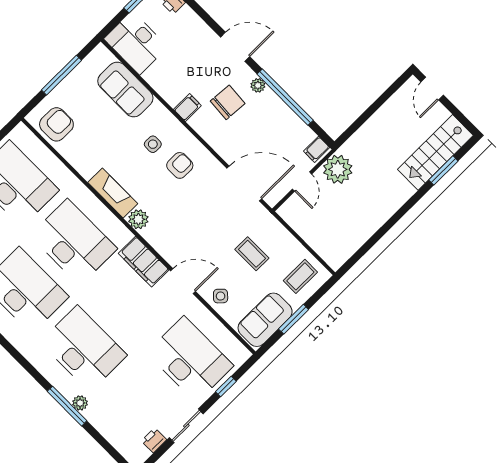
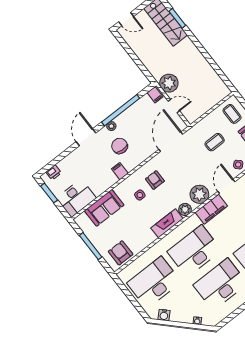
plant: (165, 239) -> (199, 194), added

